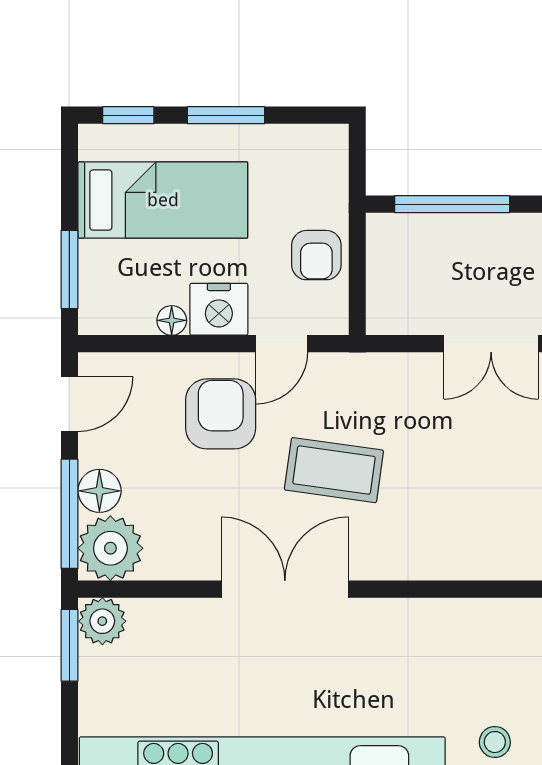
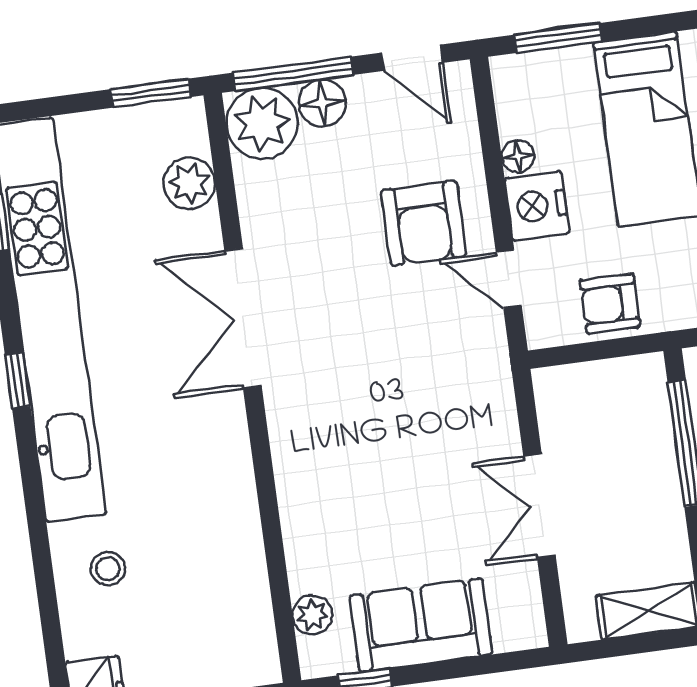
armchair: (221, 414) -> (424, 223), turned 90
coffee table: (334, 470) -> (379, 354), removed
double door: (285, 589) -> (243, 318), swing flipped
plant: (102, 621) -> (189, 183), moved

